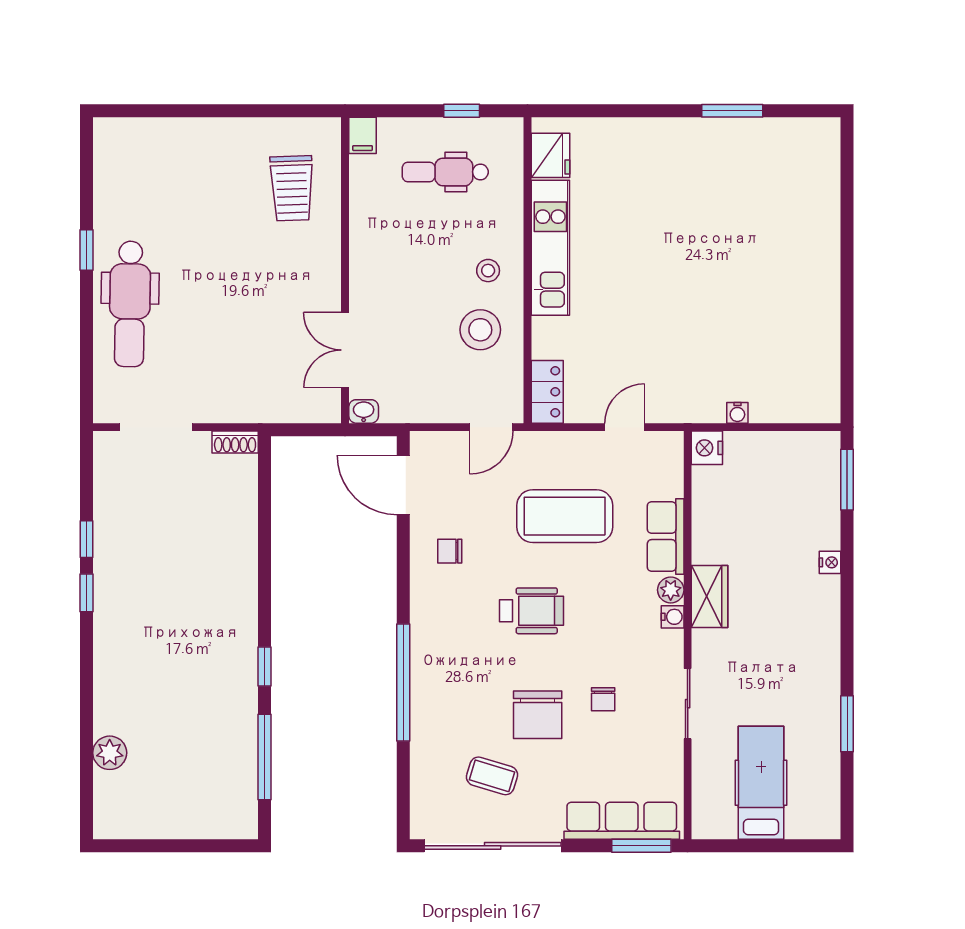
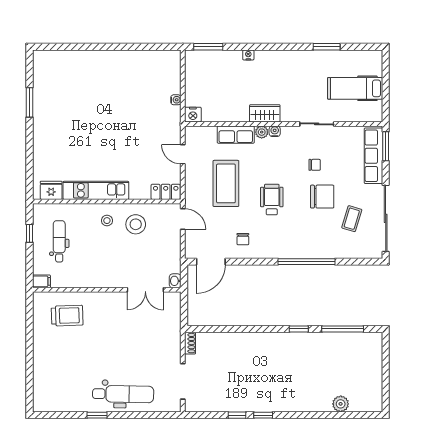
dental chair: (445, 172) -> (59, 241), turned 180

